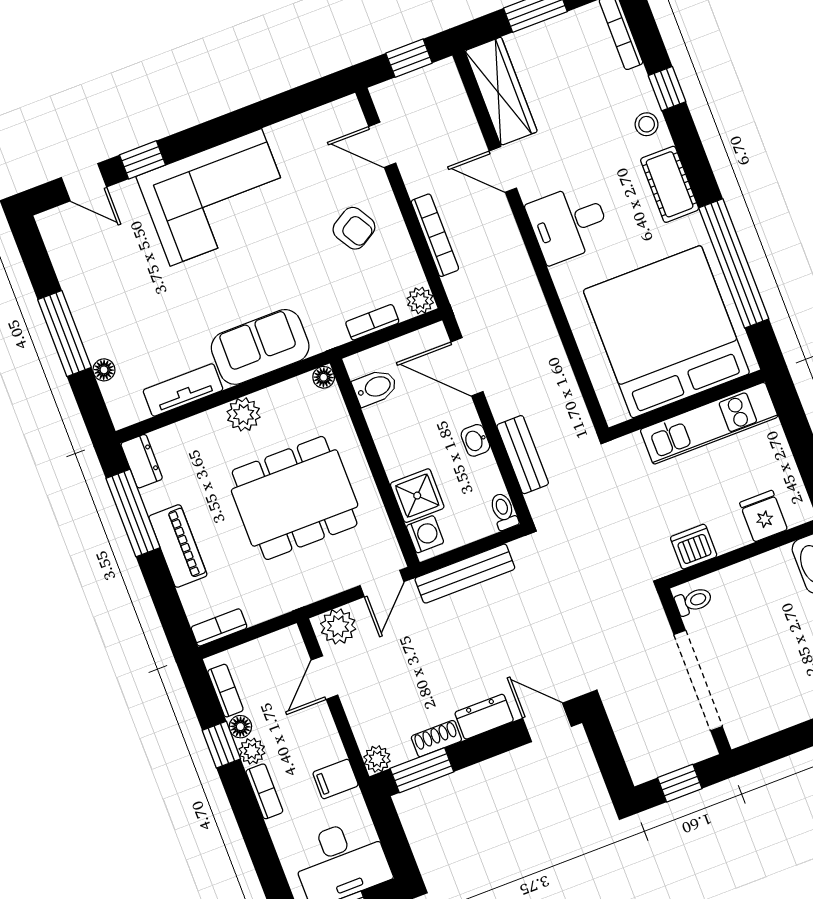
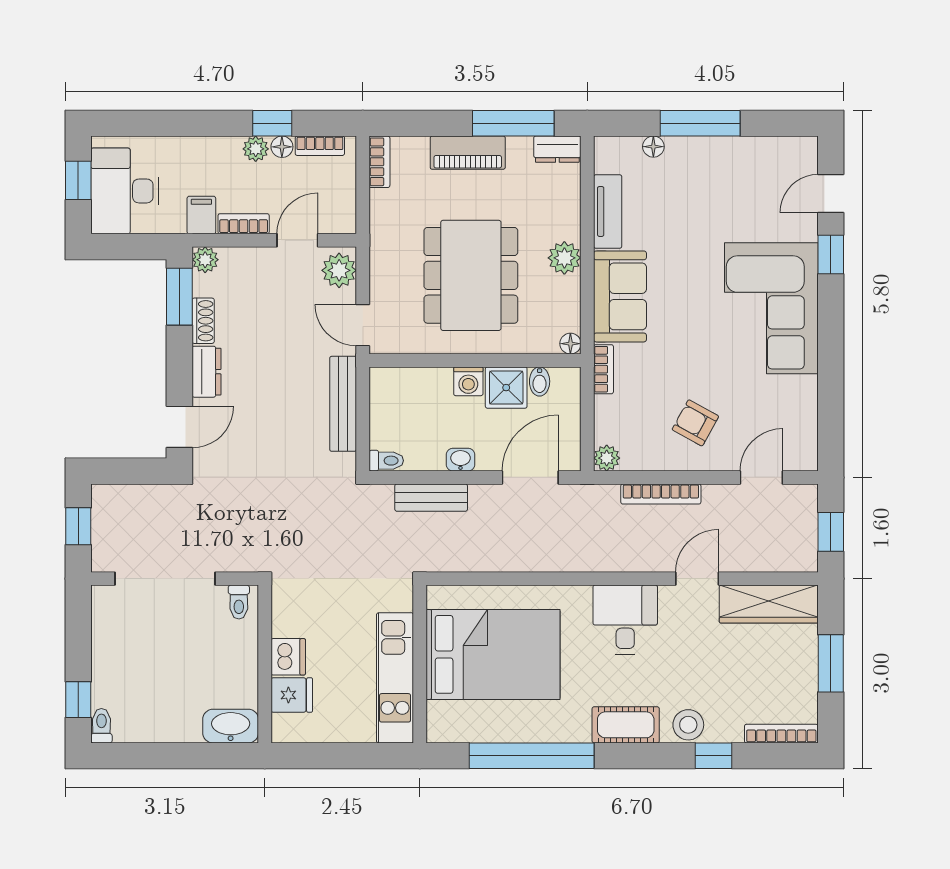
stool: (647, 124) -> (688, 725), width x1.37, depth x1.37
armchair: (354, 228) -> (695, 423), turned 60
bookcase: (372, 322) -> (603, 369), moved
bed: (666, 332) -> (493, 654), width x0.73
bidet: (375, 387) -> (540, 381), width x0.72, depth x0.74
shower: (417, 496) -> (506, 388), moved
washing machine: (425, 534) -> (468, 381), moved
dishwasher: (694, 547) -> (288, 657), moved
door: (325, 678) -> (297, 240), hinge flipped
bookcase: (264, 791) -> (244, 224), moved, turned 180

